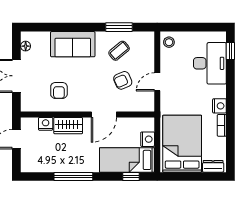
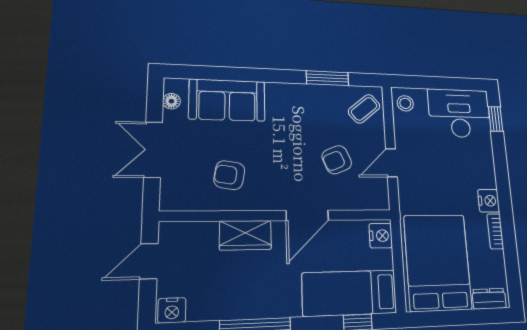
sofa: (73, 44) -> (227, 100), moved
coffee table: (119, 51) -> (364, 109), moved
desk: (210, 63) -> (459, 113), moved, turned -90
armchair: (59, 90) -> (229, 175), turned 99
nightstand: (46, 124) -> (172, 310), moved, turned 180
nightstand: (148, 139) -> (381, 236), moved

